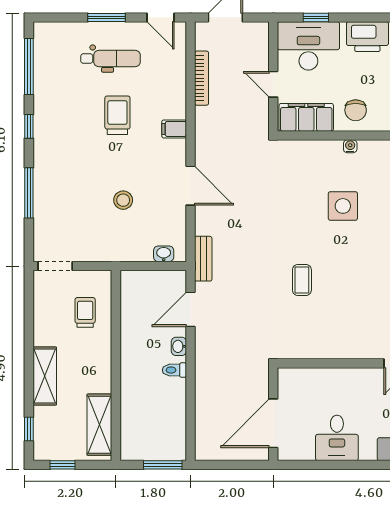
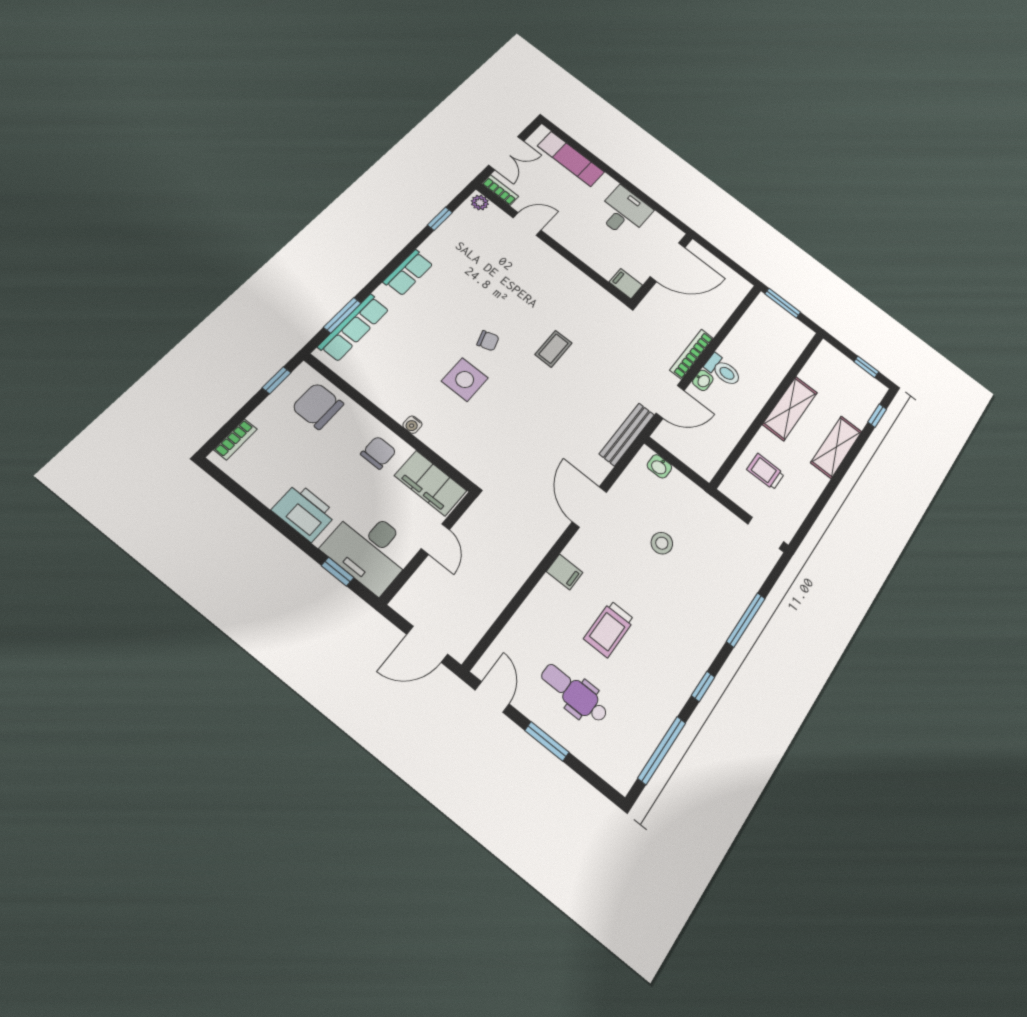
bookcase: (202, 78) -> (692, 354), moved
chair: (351, 247) -> (488, 341), added
bench: (203, 259) -> (627, 434), width x1.36
trolley: (85, 312) -> (766, 472), turned 90
toilet: (174, 370) -> (723, 370), width x1.37, depth x1.39
filing cabinet: (290, 377) -> (626, 284), added
shelving: (99, 425) -> (790, 408), moved

